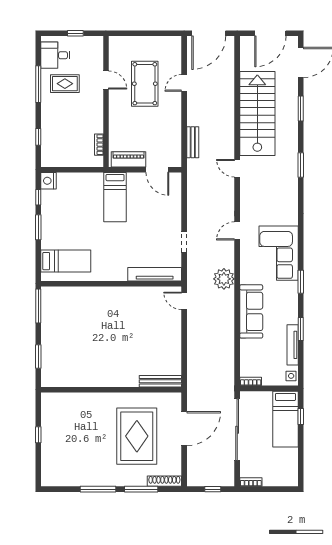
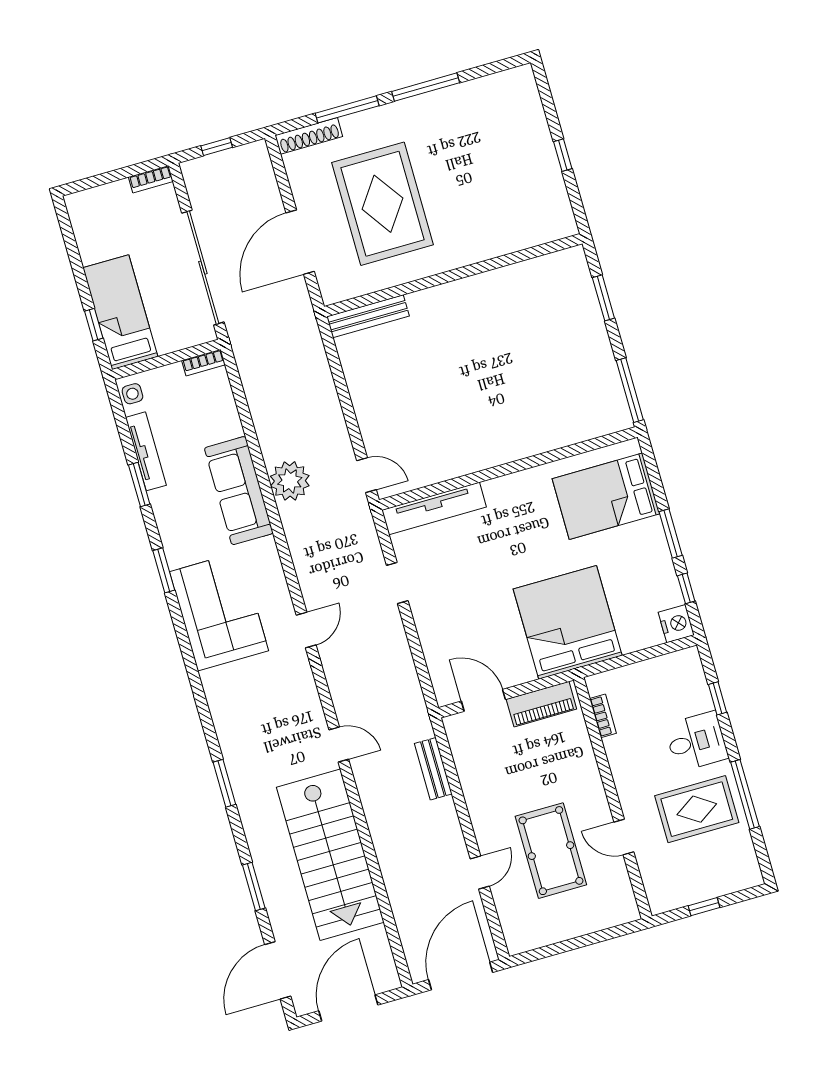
desk: (55, 55) -> (696, 741), moved
rug: (65, 84) -> (697, 809), width x1.36, depth x1.43
bed: (115, 197) -> (568, 622), width x2.04
bed: (66, 261) -> (606, 496), width x1.50
plant: (224, 279) -> (290, 481), moved

